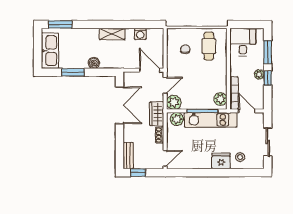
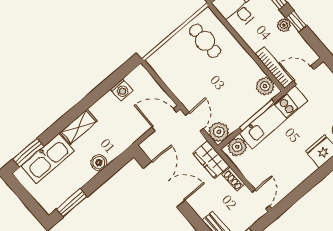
shelving: (112, 34) -> (79, 127), moved
chair: (185, 49) -> (183, 66), removed
kitchen sink: (50, 51) -> (48, 159), moved, turned 90
window: (73, 72) -> (72, 203), moved

